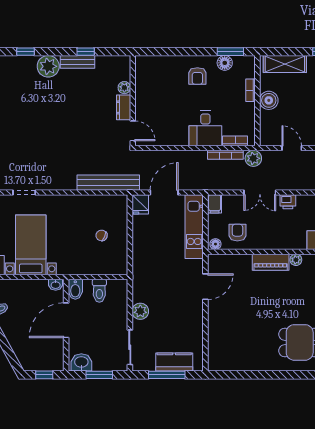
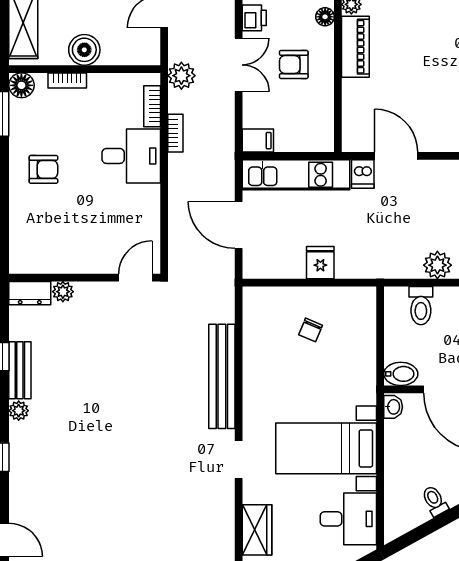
floor lamp: (225, 63) -> (21, 85), moved
plant: (48, 66) -> (19, 411), width x0.53, depth x0.53
dresser: (124, 107) -> (30, 293), moved
bookcase: (225, 155) -> (175, 133), width x0.64
bench: (108, 183) -> (222, 376), moved
fridge: (140, 204) -> (320, 263), moved, turned -90
armchair: (237, 233) -> (294, 64), moved
floor lamp: (215, 244) -> (325, 17), moved
dishwasher: (195, 267) -> (363, 174), added
toilet: (99, 291) -> (421, 306), moved, turned 90

